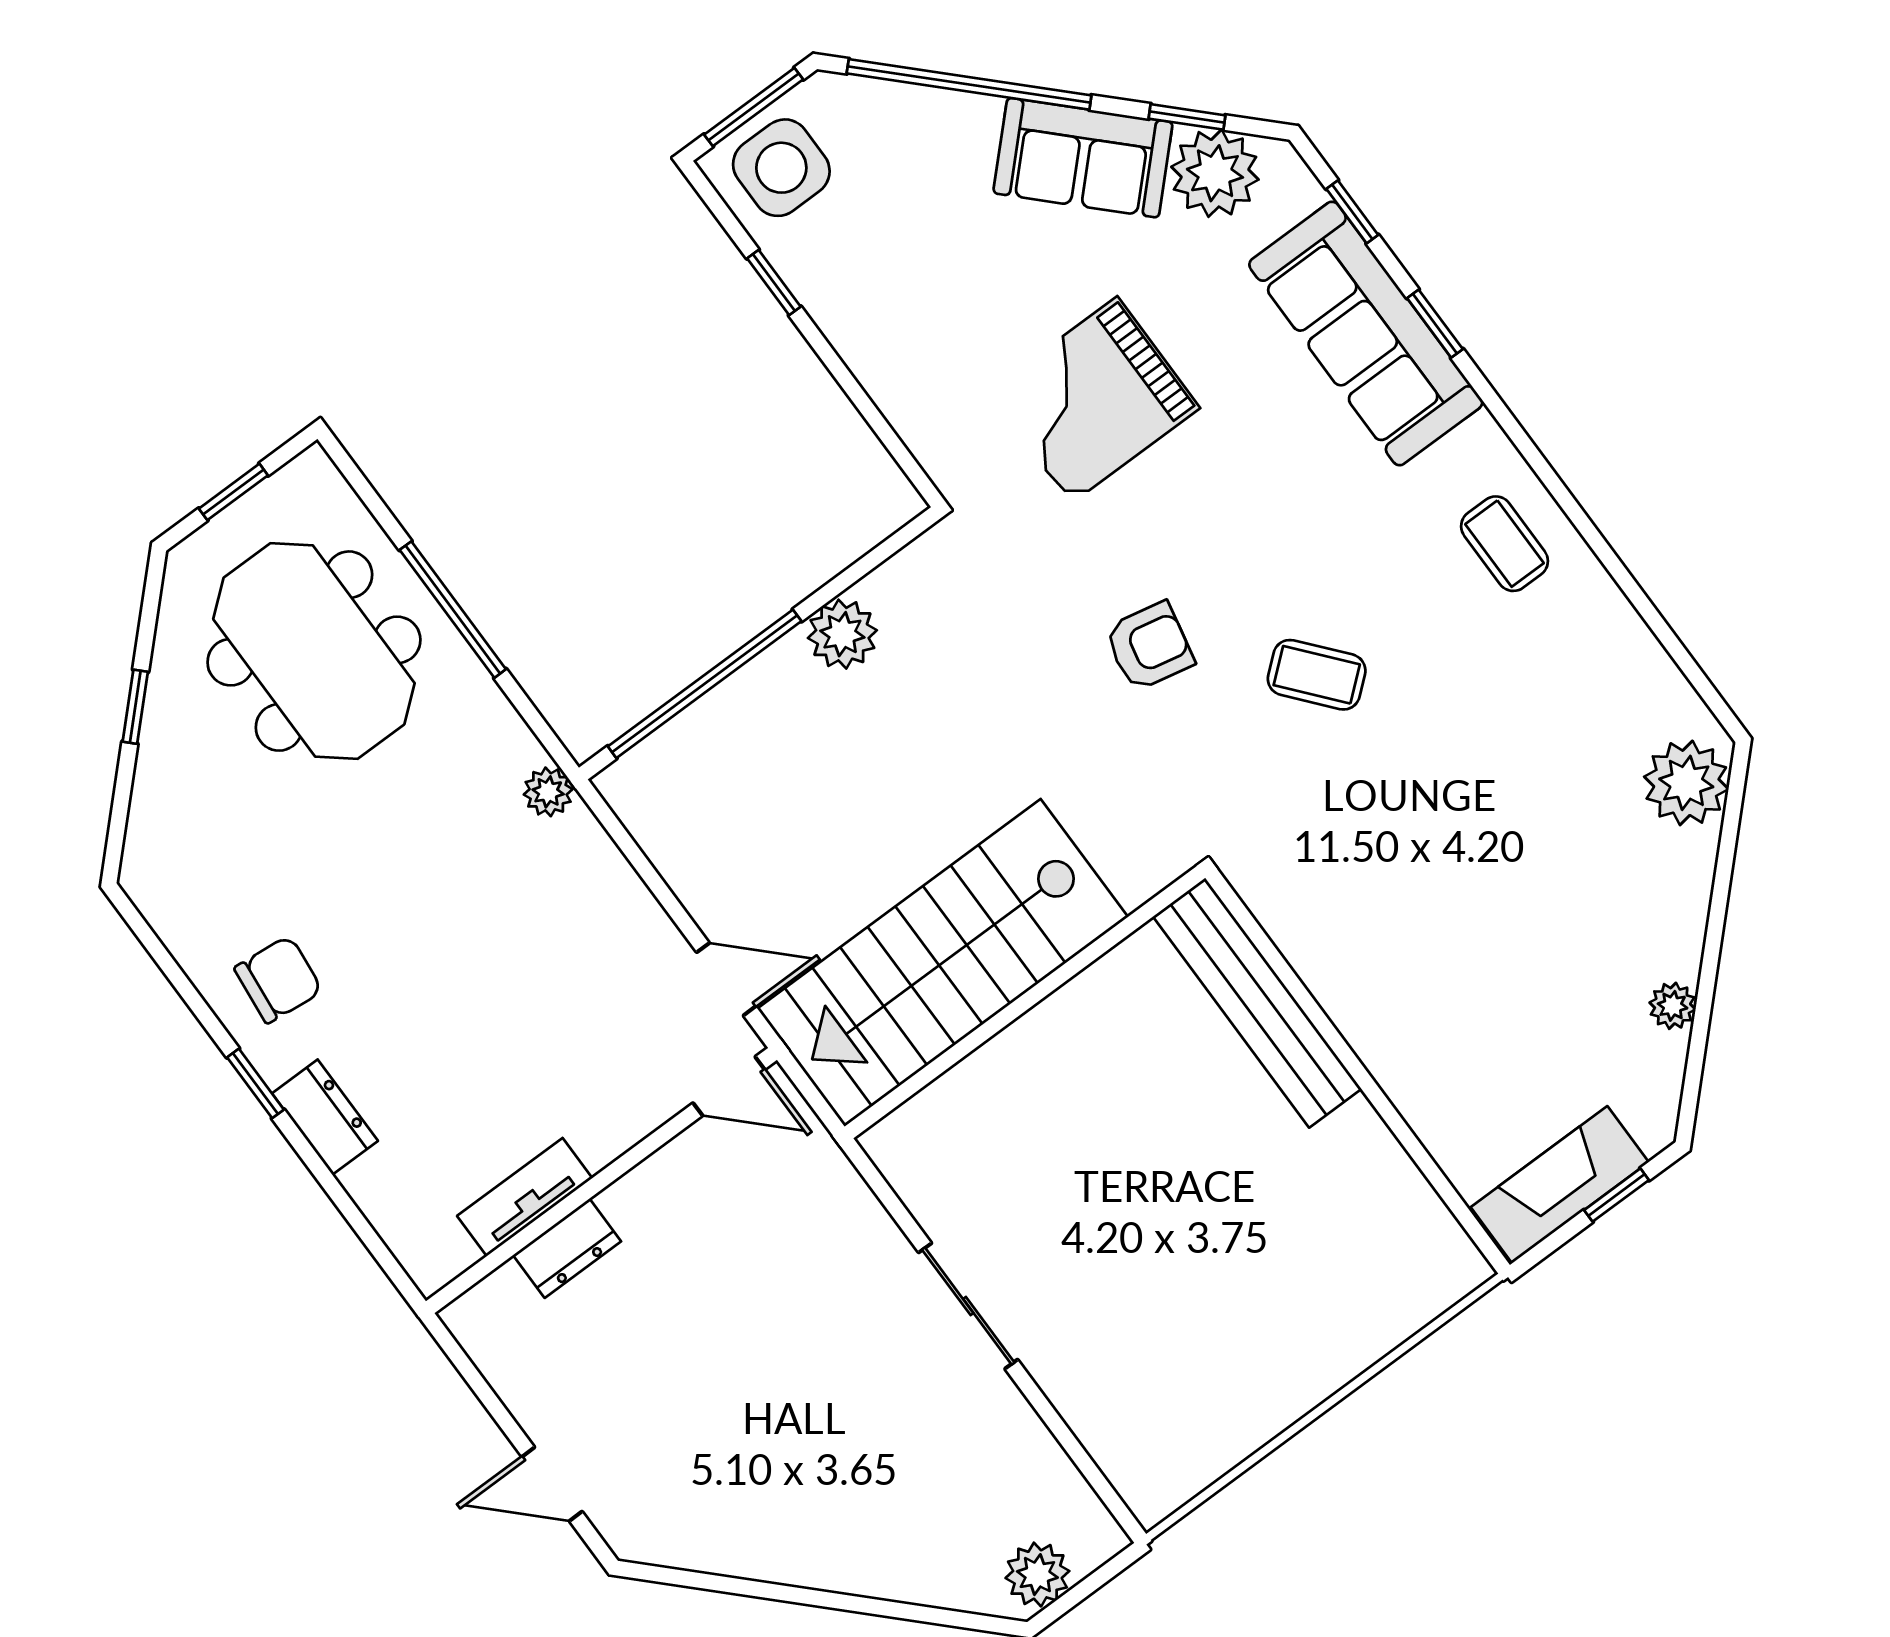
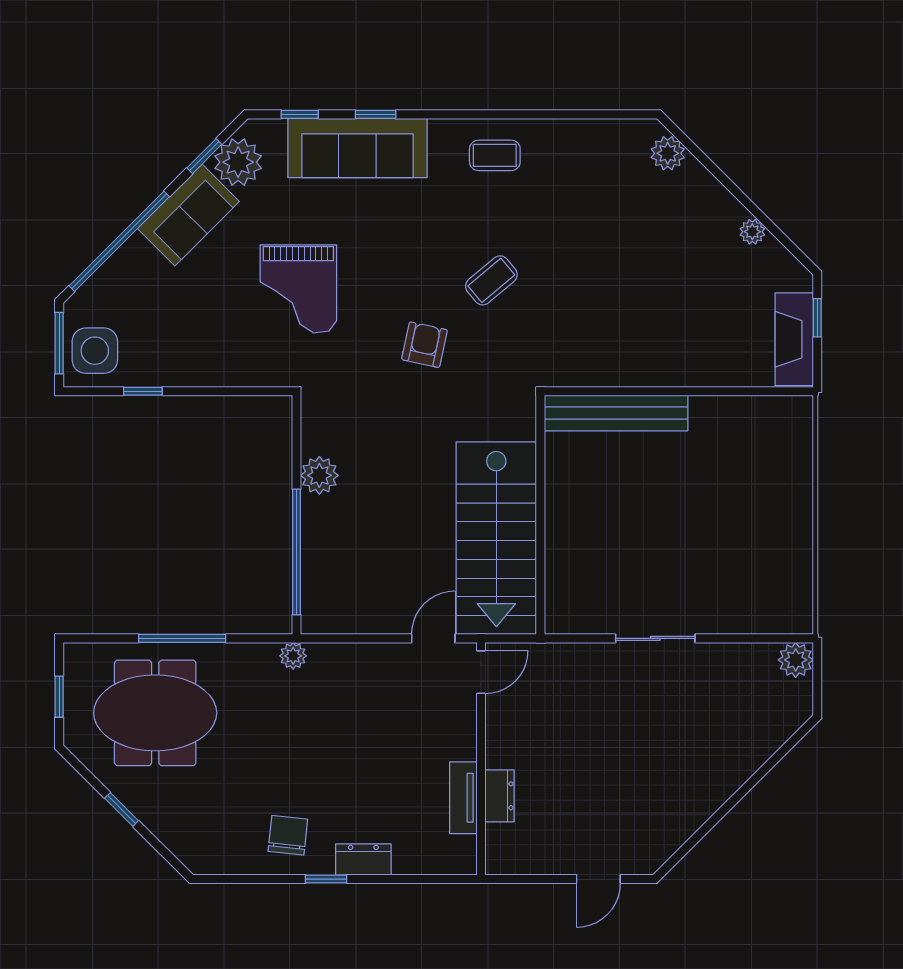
plant: (1686, 783) -> (668, 153), width x0.73, depth x0.73
plant: (1037, 1575) -> (796, 660), moved

